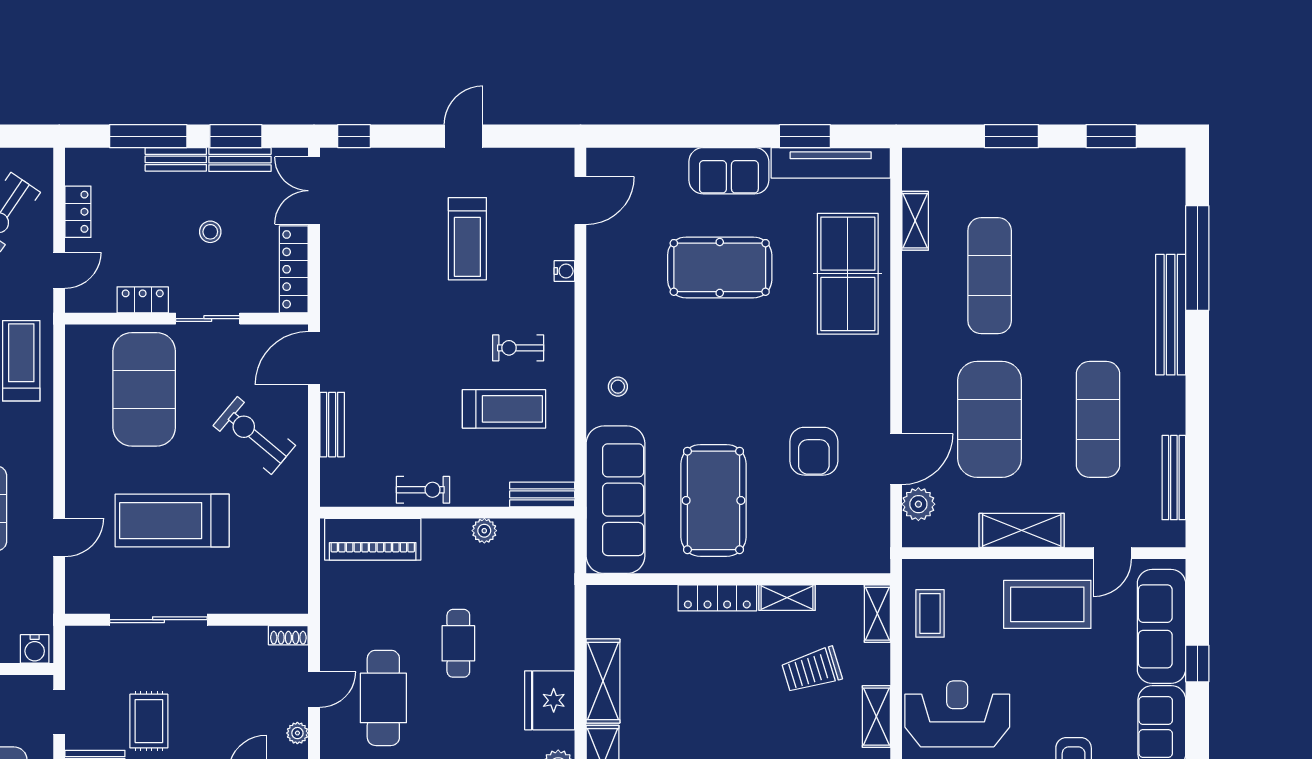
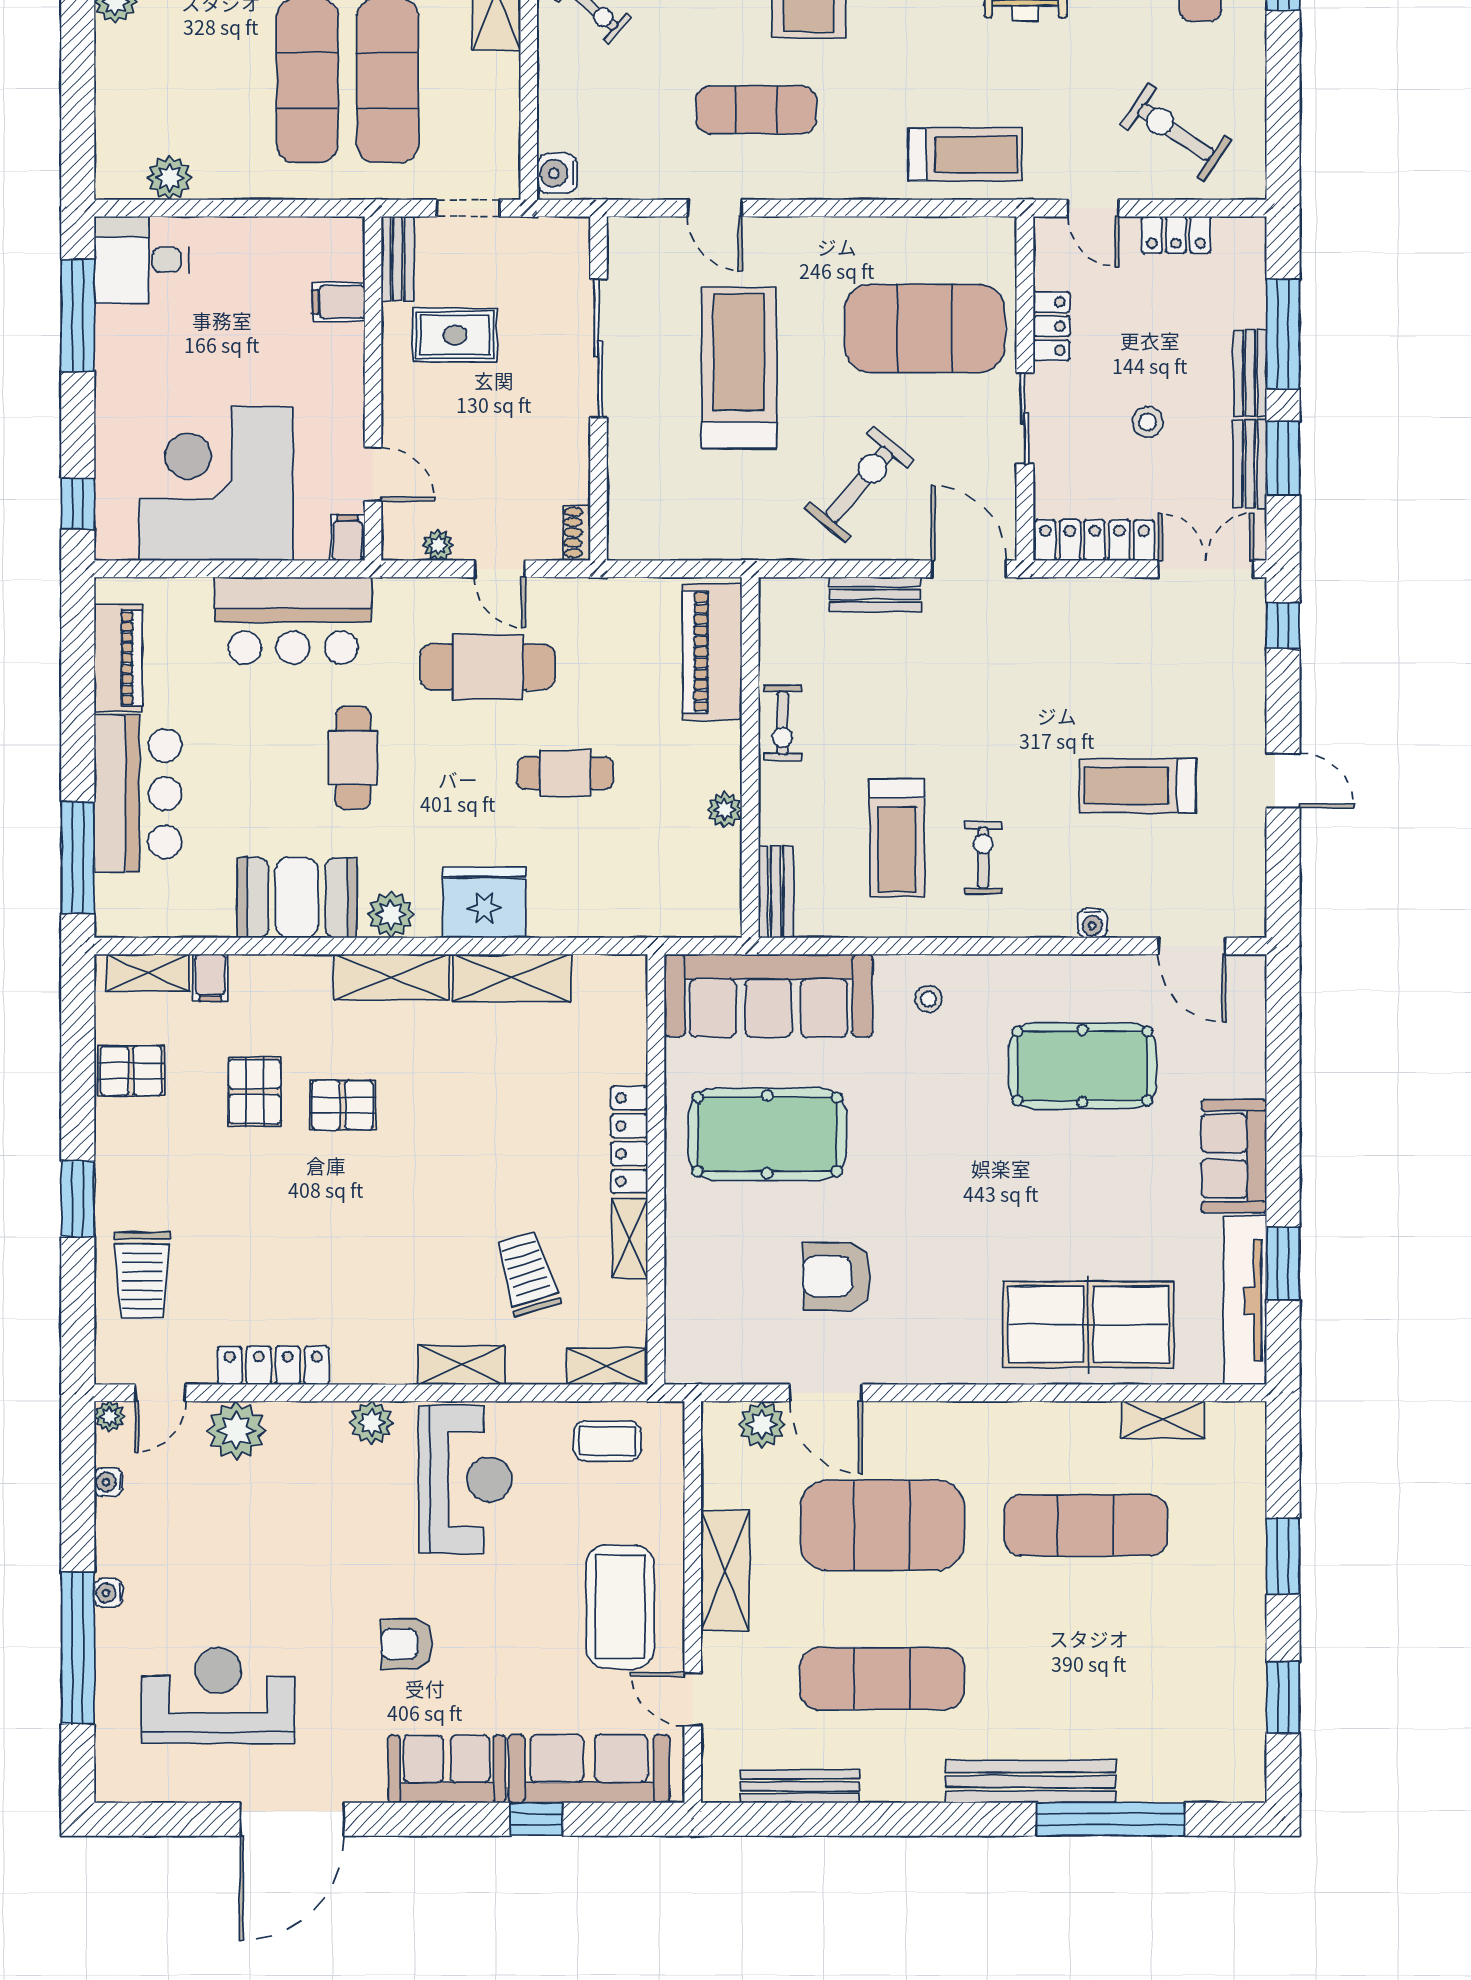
pool table: (720, 267) -> (1082, 1066), moved, turned 90

